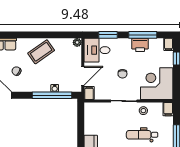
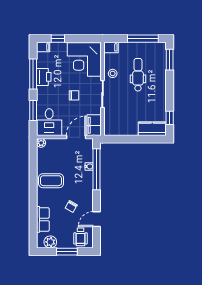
coffee table: (41, 52) -> (51, 181), turned -55
door: (83, 76) -> (76, 137), hinge flipped
filing cabinet: (89, 93) -> (94, 125), width x2.00
dental chair: (142, 135) -> (138, 75), turned 180

